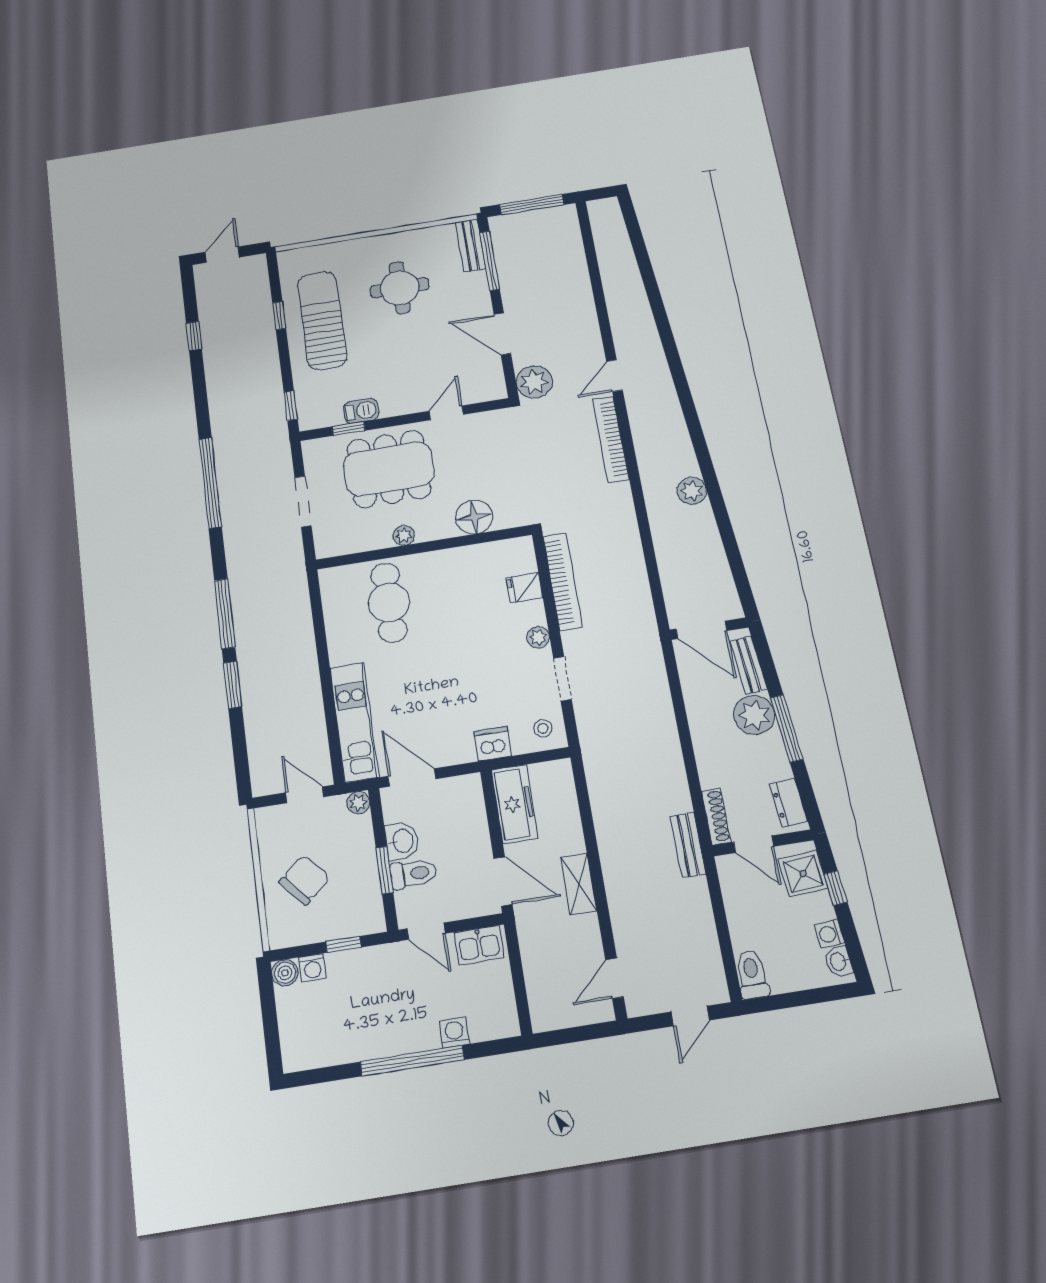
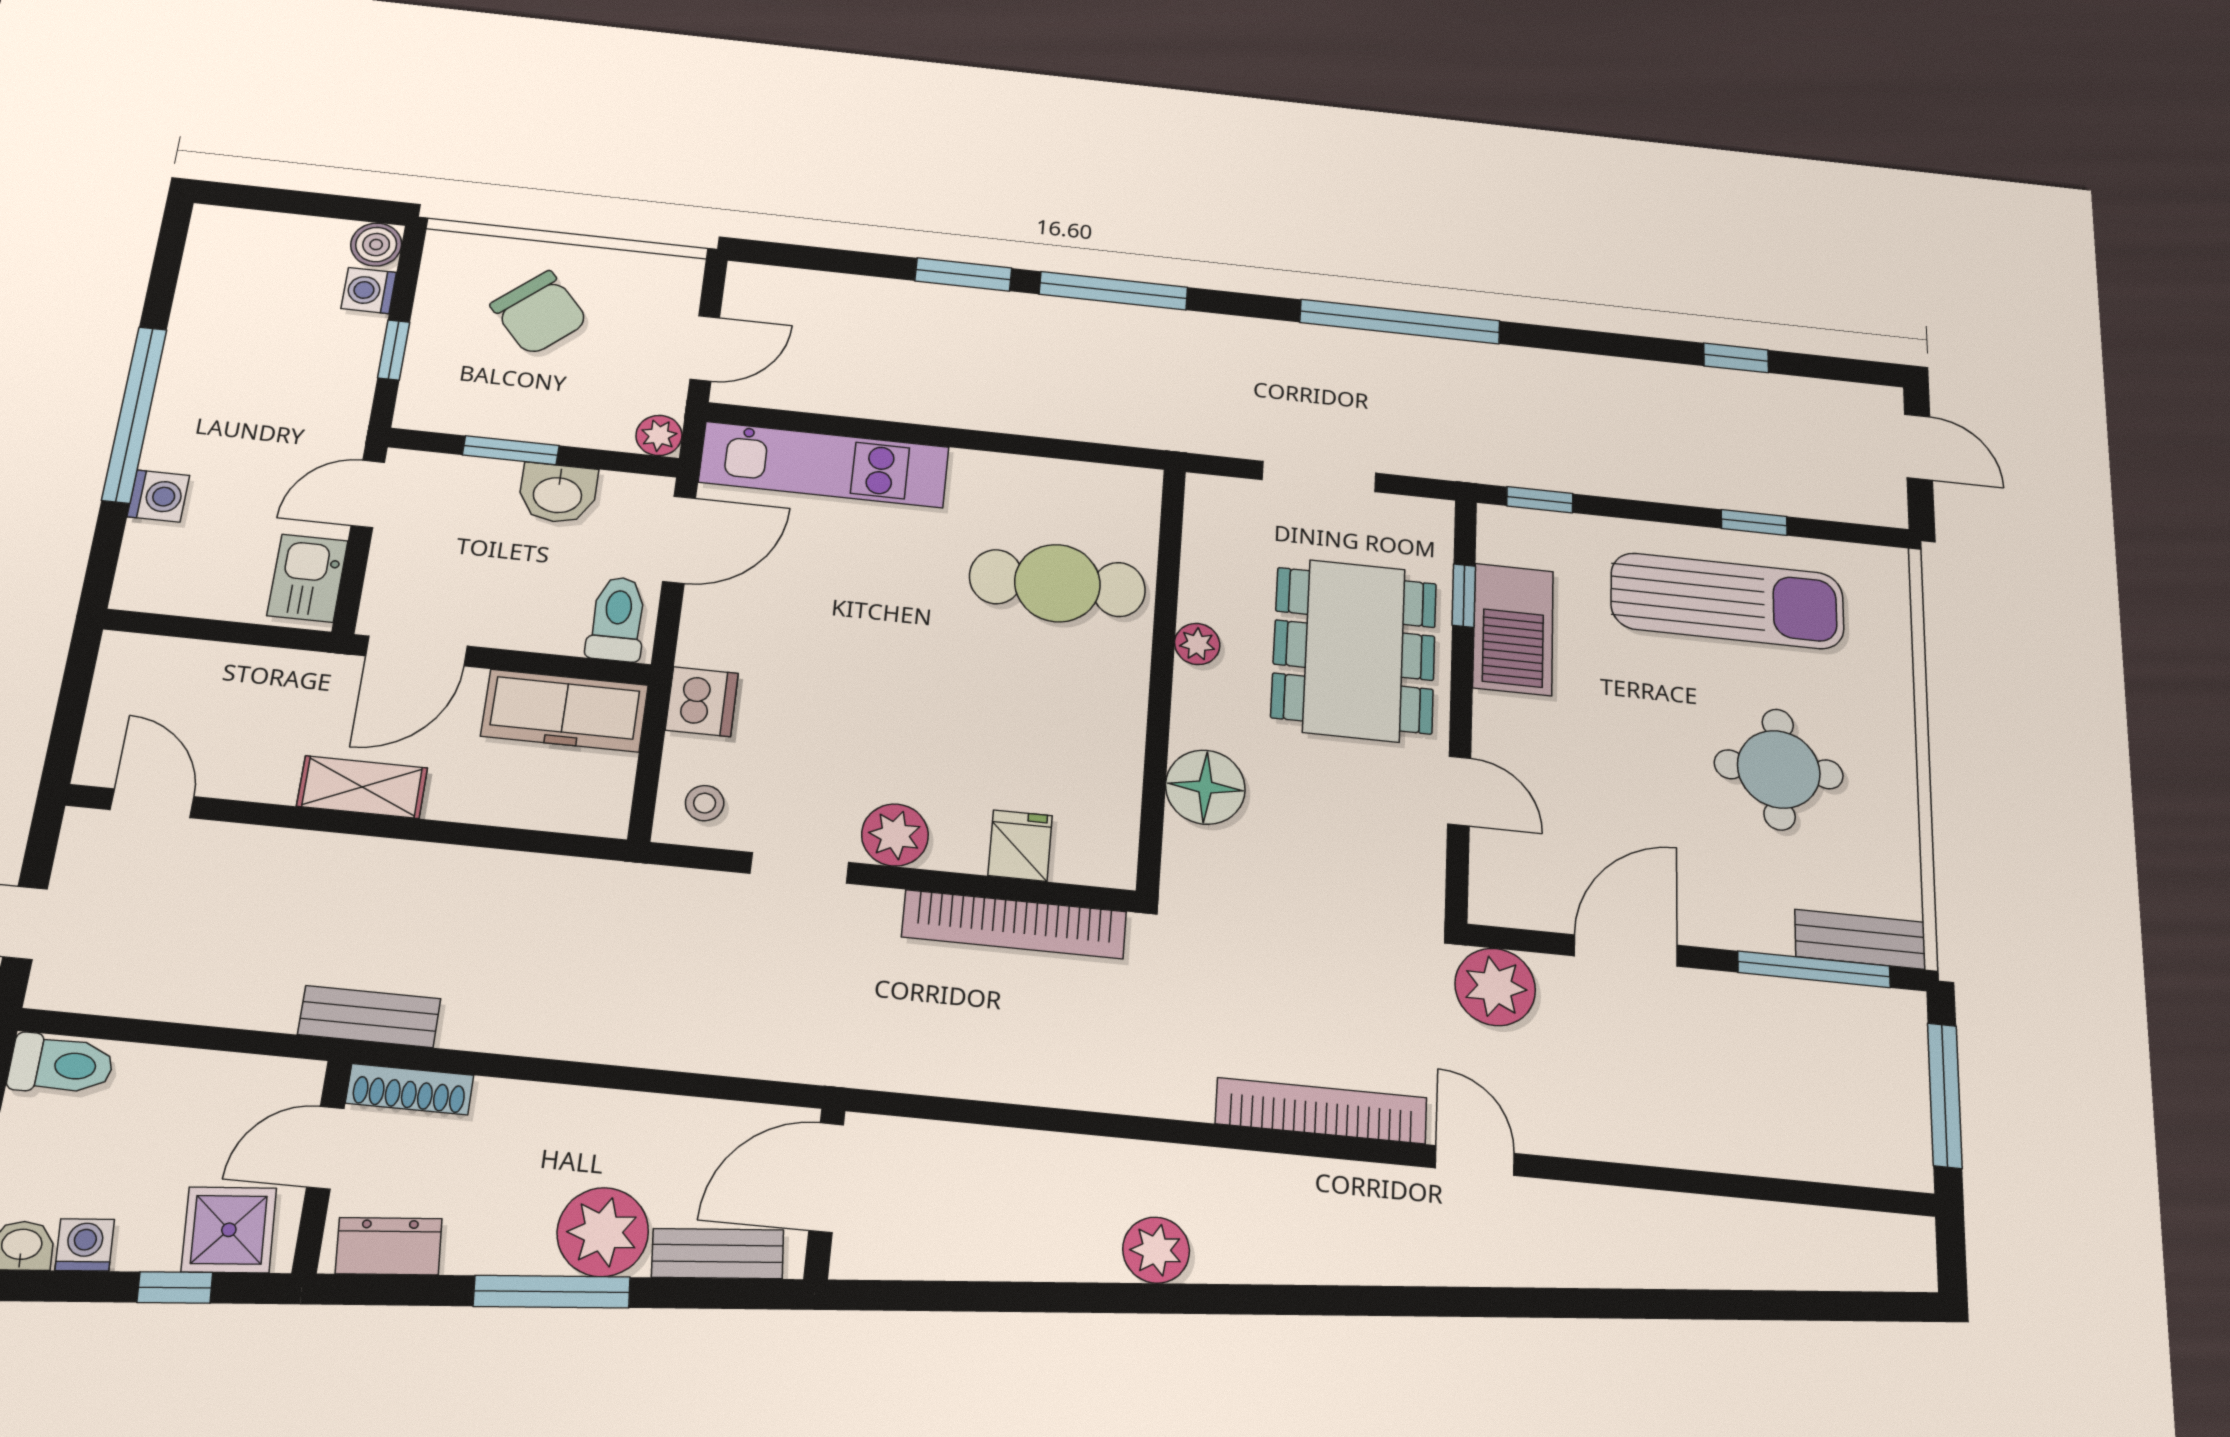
barbecue: (361, 411) -> (1513, 629), width x1.88, depth x1.53
plant: (538, 637) -> (895, 835), width x1.38, depth x1.38
toilet: (414, 874) -> (617, 619), moved, turned 180

